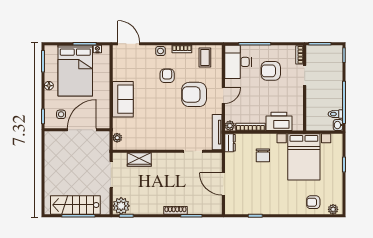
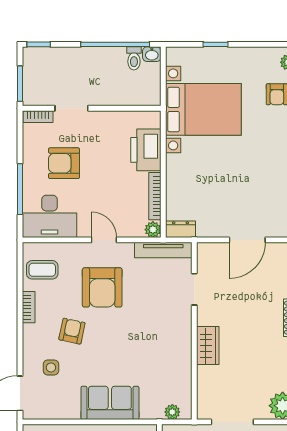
side table: (160, 51) -> (51, 367), moved
armchair: (271, 71) -> (64, 163), turned 90
armchair: (167, 76) -> (72, 331), turned 102
chair: (263, 155) -> (201, 176), removed
wardrobe: (139, 160) -> (208, 346), moved

